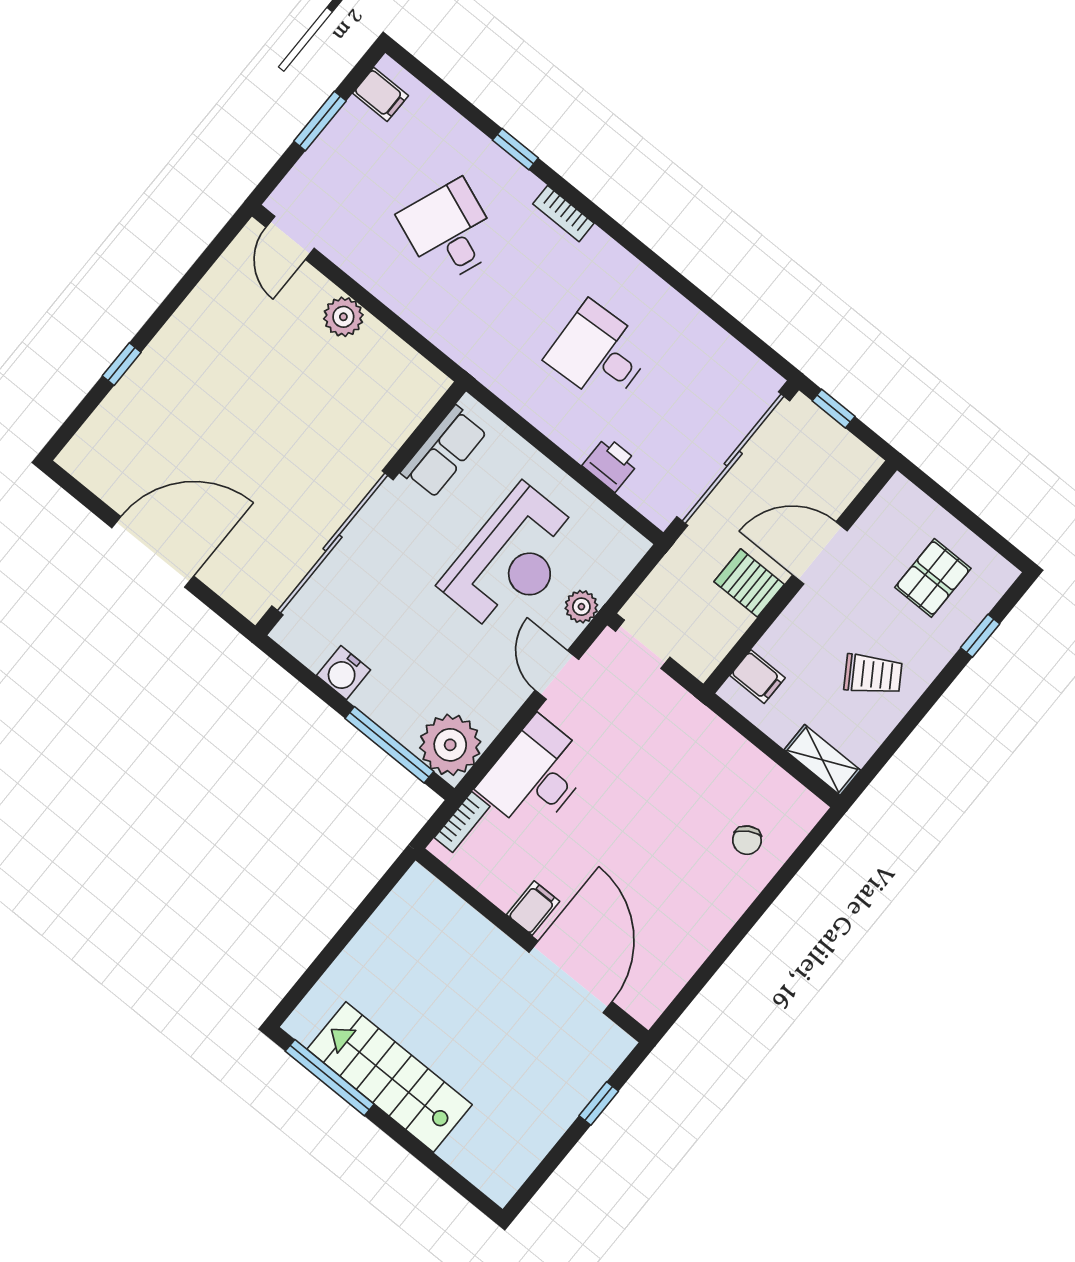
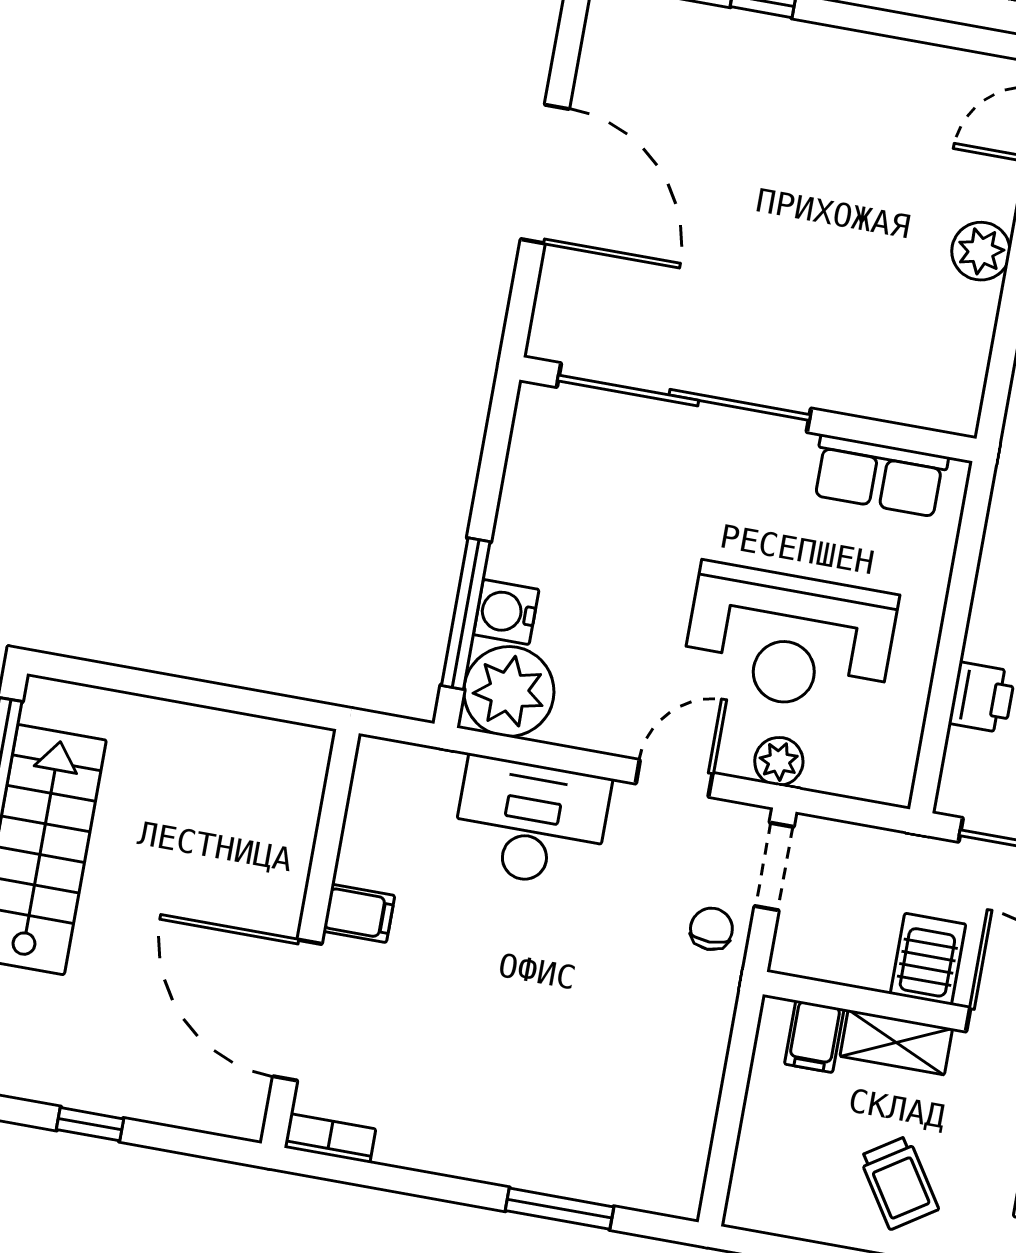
water cooler: (344, 673) -> (506, 612), moved
shelving: (822, 760) -> (896, 1042), moved, turned 90
bookcase: (462, 822) -> (330, 1138), moved, turned 180
chair: (747, 840) -> (711, 929), moved, turned 121
window: (776, 886) -> (560, 1209), added
door: (571, 977) -> (297, 1010), swing flipped
window: (599, 1103) -> (90, 1124), moved

